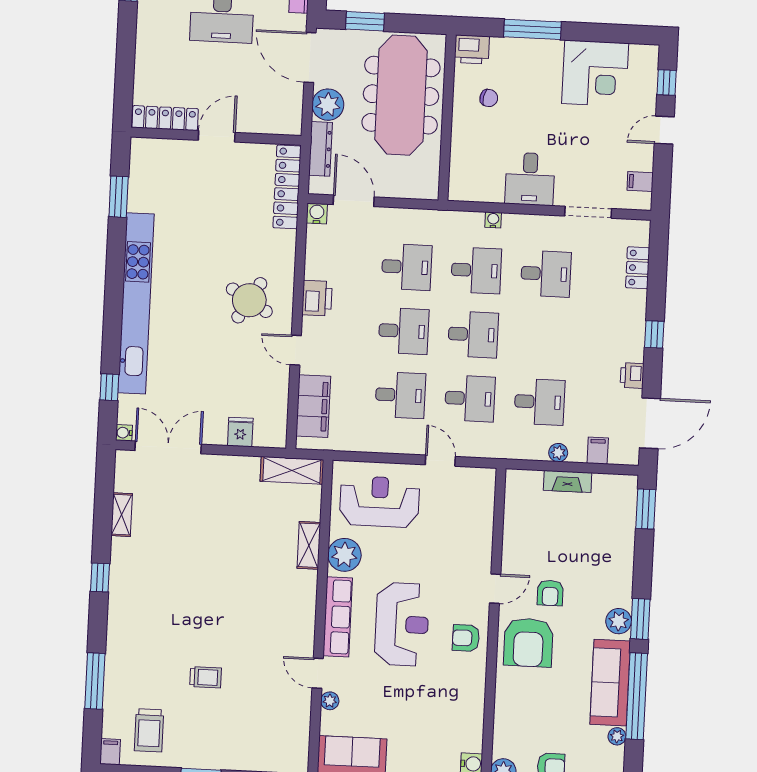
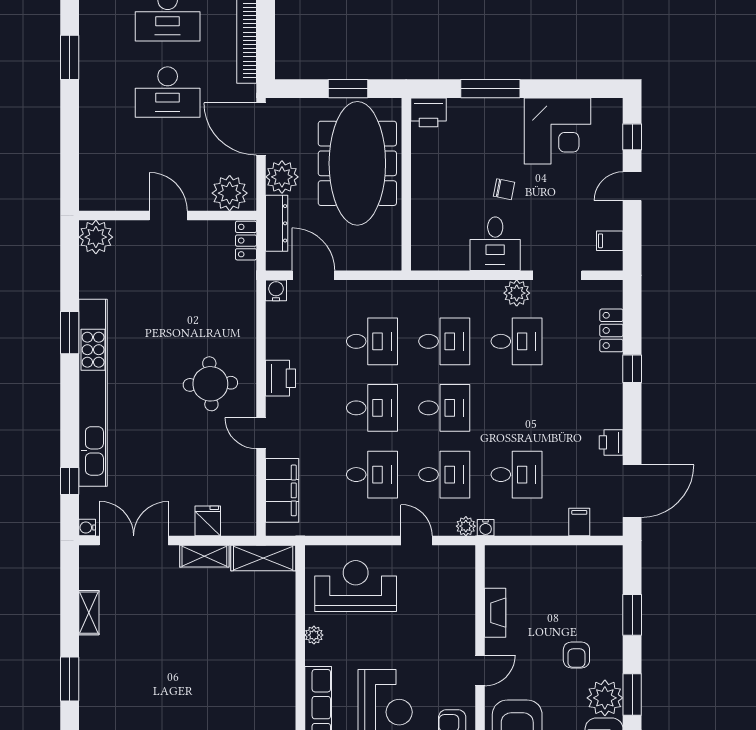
window: (365, 21) -> (348, 89), moved
chair: (489, 98) -> (504, 189), moved
locker: (165, 118) -> (114, 199), removed
plant: (277, 118) -> (230, 193), added
door: (217, 136) -> (168, 215), hinge flipped
plant: (146, 154) -> (96, 237), added
locker: (287, 187) -> (246, 241), width x0.46, depth x0.83
window: (119, 197) -> (70, 333), moved
water cooler: (493, 220) -> (486, 528), moved, turned 180
plant: (548, 227) -> (517, 293), added
round table: (249, 300) -> (210, 384), turned -34
window: (654, 334) -> (632, 369), moved
plant: (558, 453) -> (466, 526), moved
fireplace: (568, 481) -> (495, 613), moved, turned -90
window: (646, 509) -> (632, 615), moved
shelving: (309, 545) -> (204, 556), moved, turned 90
plant: (344, 555) -> (314, 635), width x0.53, depth x0.53
window: (100, 578) -> (70, 679), width x1.50
armchair: (550, 593) -> (576, 655), moved
plant: (619, 621) -> (605, 698), width x1.36, depth x1.36

